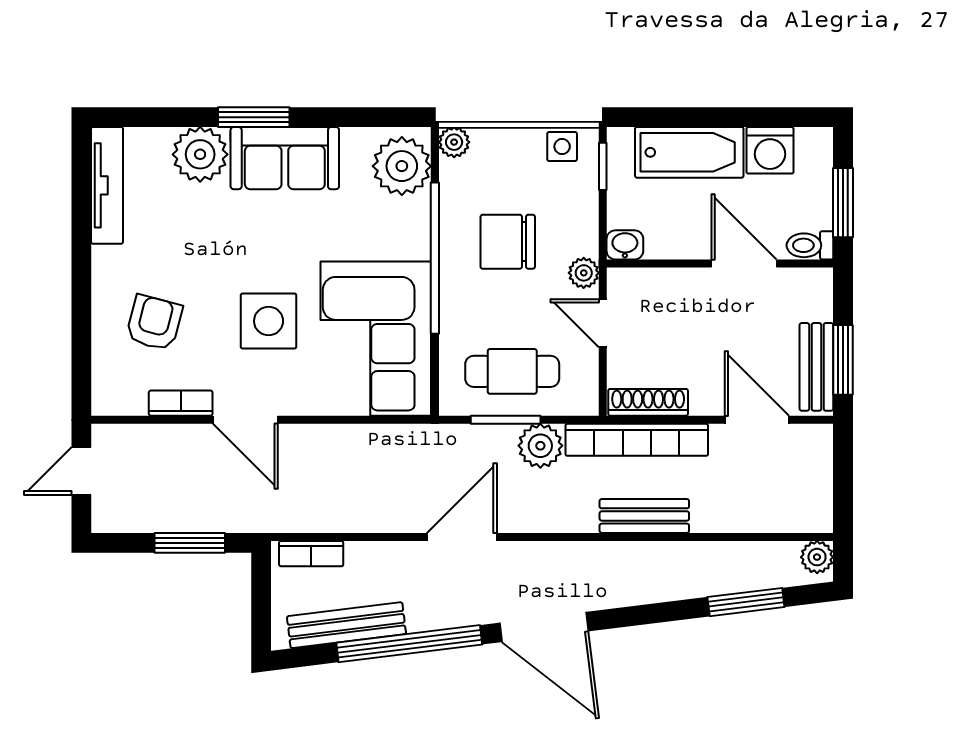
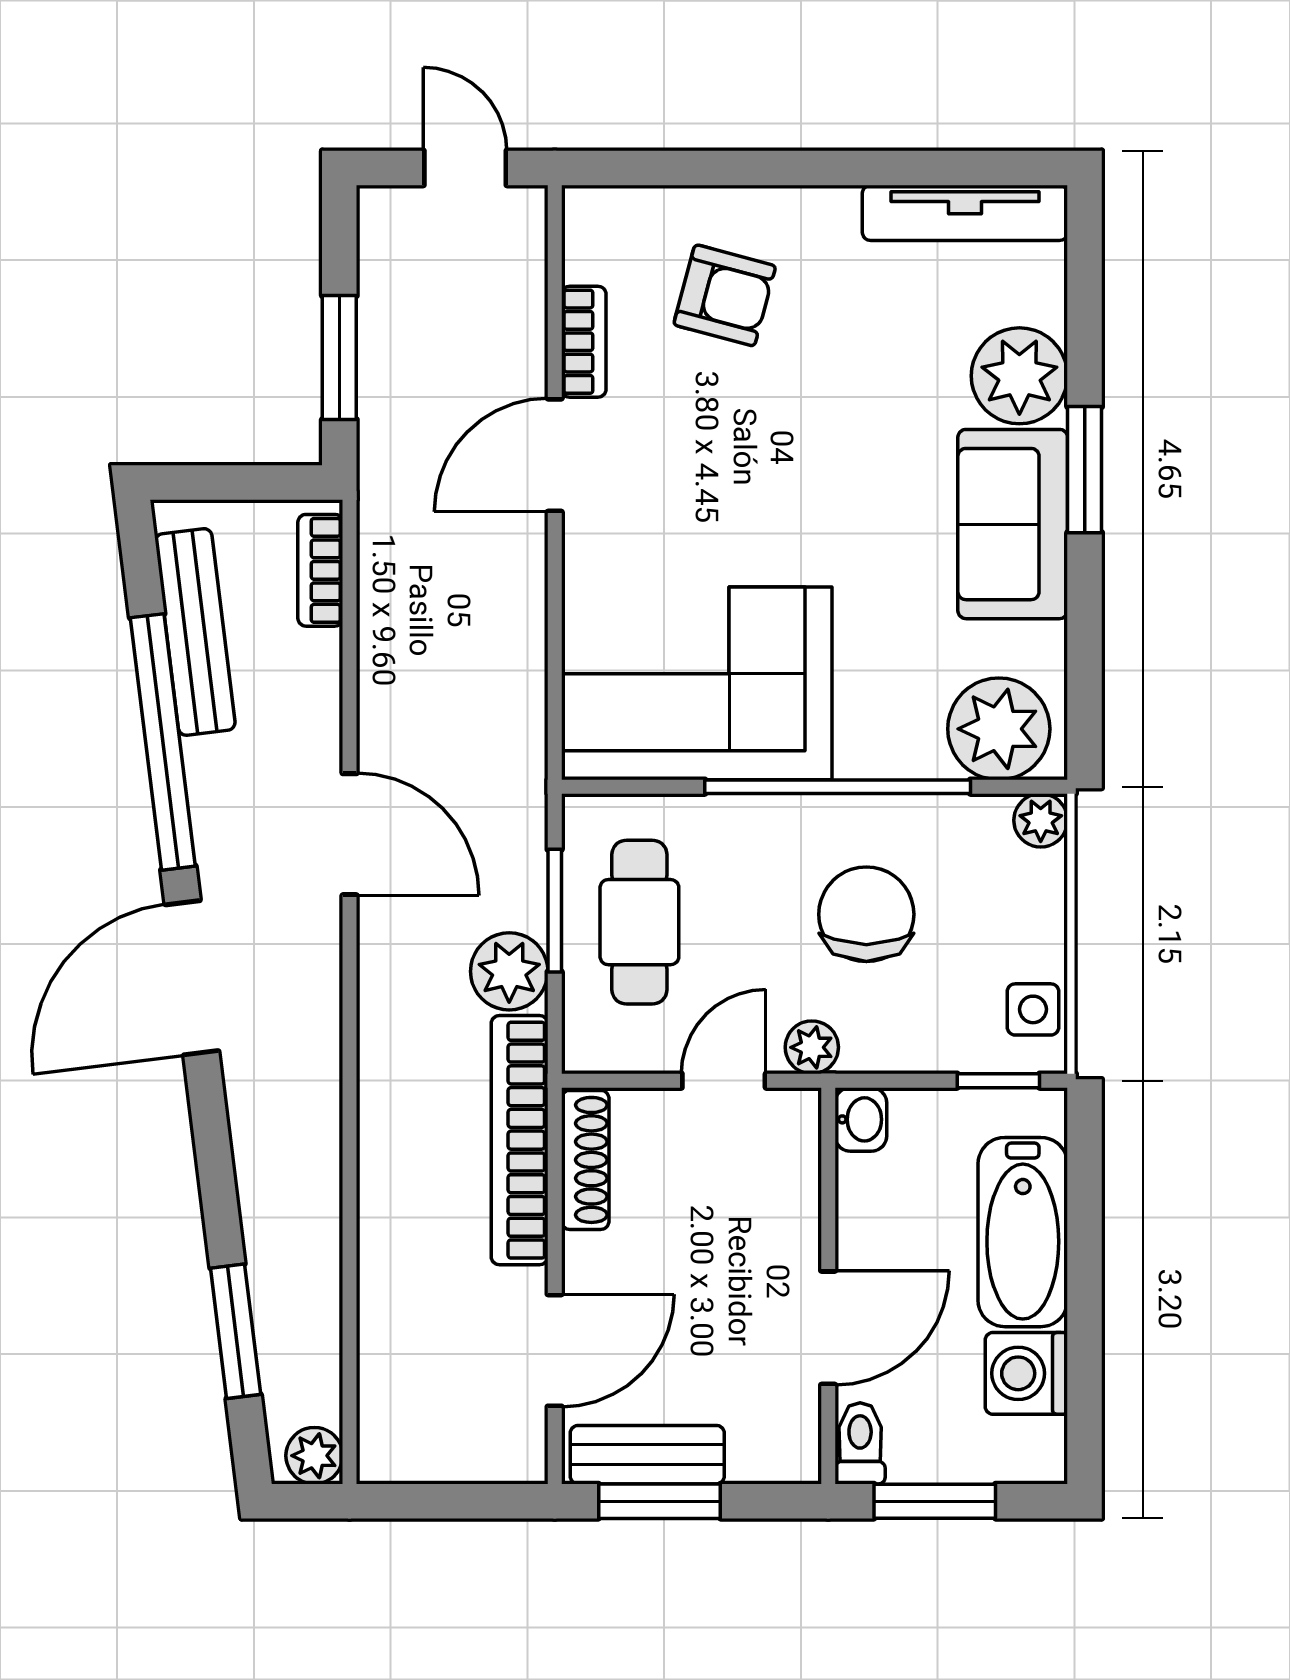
side table: (269, 321) -> (728, 496), removed
bench: (644, 516) -> (386, 1153), removed

